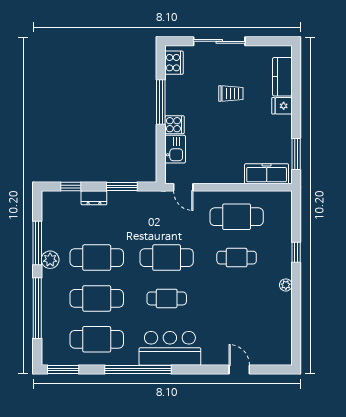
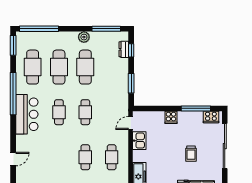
sliding door: (219, 41) -> (225, 146), width x1.36
window: (161, 102) -> (196, 108), moved
kitchen sink: (175, 149) -> (139, 141), moved, turned -90
dresser: (94, 198) -> (124, 49), moved
cafe table: (237, 217) -> (112, 157), width x0.73, depth x0.74
window: (37, 243) -> (106, 29), moved
cafe table: (167, 258) -> (85, 112), width x0.73, depth x0.74
window: (37, 308) -> (39, 29), moved

